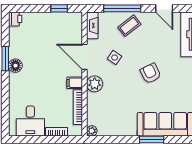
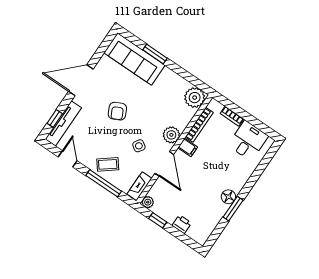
plant: (77, 17) -> (148, 202), added
printer: (15, 19) -> (182, 224), moved, turned 90
plant: (92, 131) -> (195, 98), width x1.88, depth x1.88

